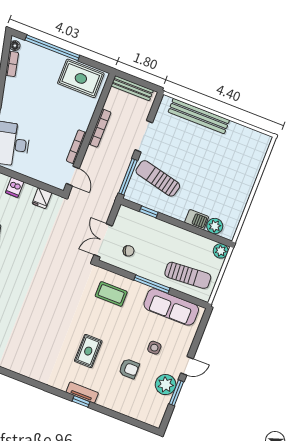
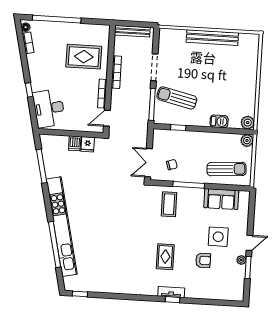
rug: (81, 78) -> (84, 57), moved
bench: (199, 116) -> (212, 38), moved
door: (73, 176) -> (107, 118), swing flipped
dishwasher: (15, 187) -> (75, 143), moved
plant: (215, 226) -> (248, 123), moved
window: (152, 284) -> (189, 185), moved
coffee table: (111, 294) -> (169, 204), turned 90
sofa: (171, 307) -> (221, 199), width x0.73
side table: (154, 348) -> (218, 237), width x1.87, depth x1.87
plant: (166, 385) -> (241, 260), width x0.53, depth x0.53

